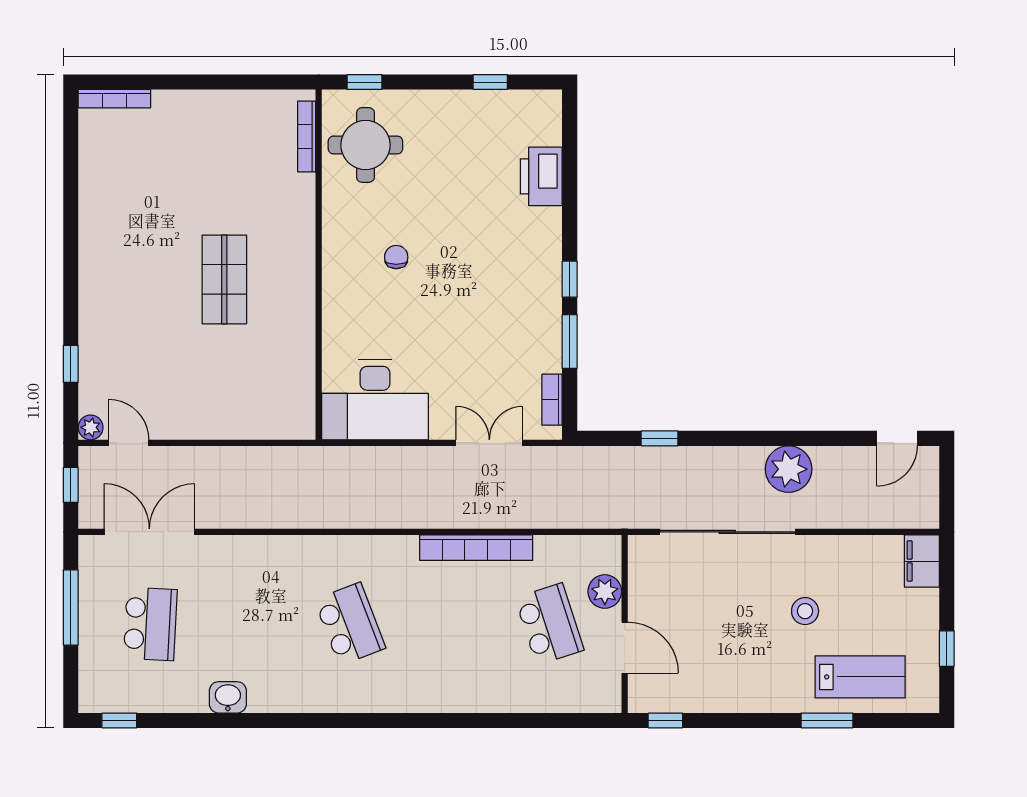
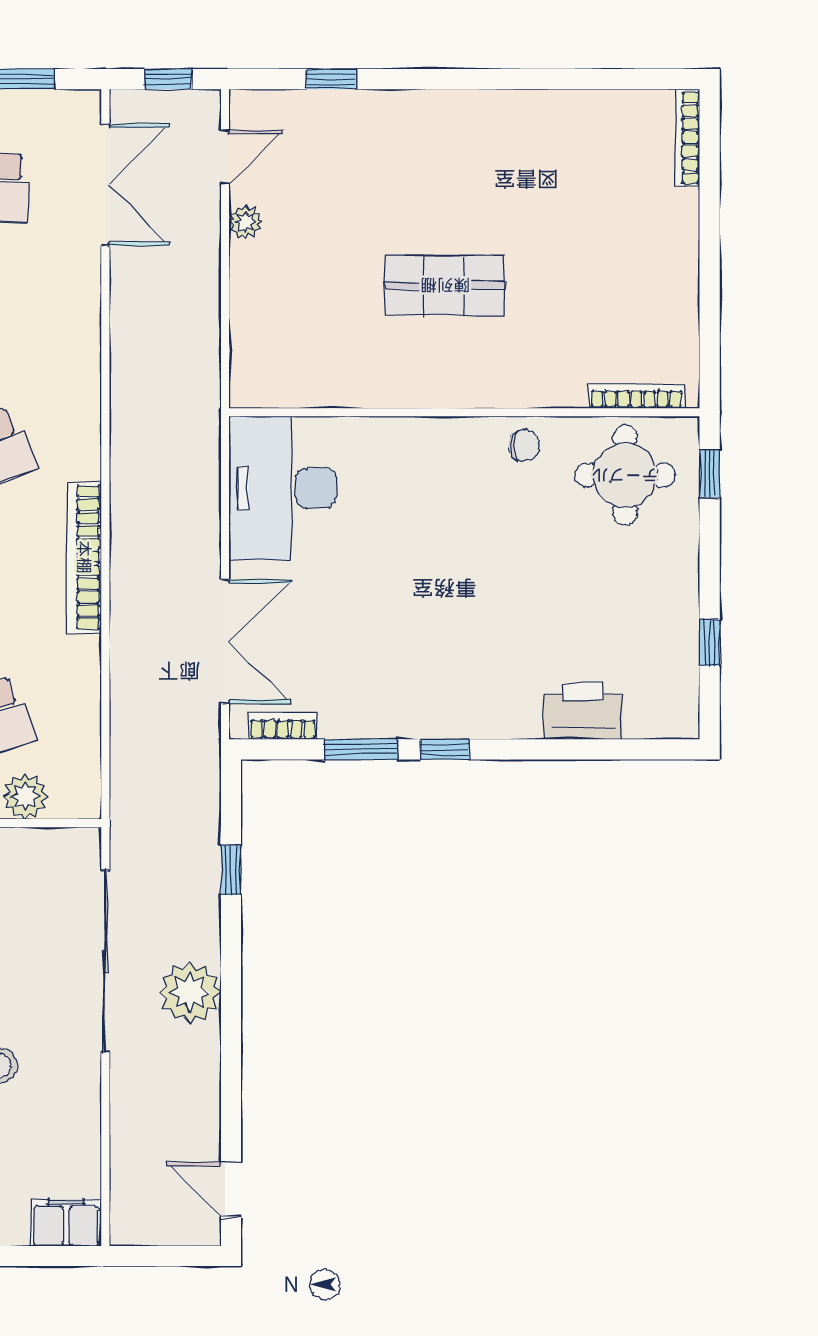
chair: (396, 257) -> (524, 445), moved
plant: (91, 427) -> (246, 222), moved
double door: (489, 443) -> (225, 642), width x1.37
plant: (789, 469) -> (190, 993), moved
bookcase: (476, 548) -> (84, 557), moved

